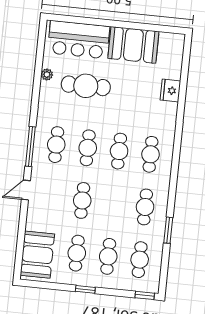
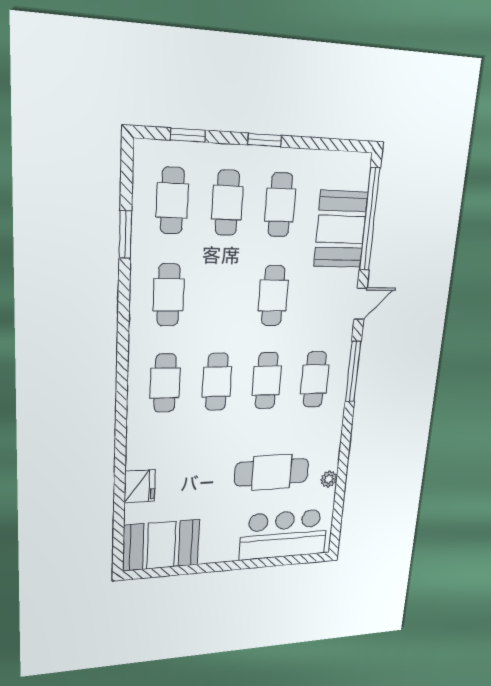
booth: (133, 45) -> (161, 545), moved
window: (168, 230) -> (125, 235), moved
window: (21, 241) -> (370, 220), added
booth: (37, 255) -> (341, 229), moved
window: (145, 295) -> (188, 135), moved

